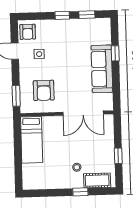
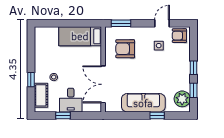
plant: (96, 27) -> (182, 99), added
desk: (101, 148) -> (71, 100), added

